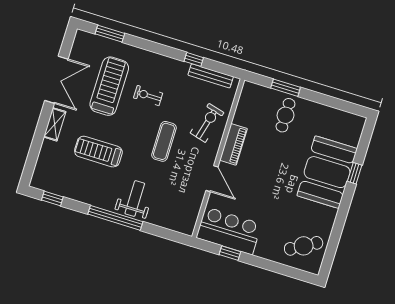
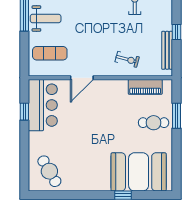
exercise bike: (207, 123) -> (127, 59), width x0.73, depth x0.72
exercise mat: (164, 141) -> (50, 53), moved
piano: (233, 144) -> (145, 87), moved
booth: (327, 172) -> (139, 172), moved

